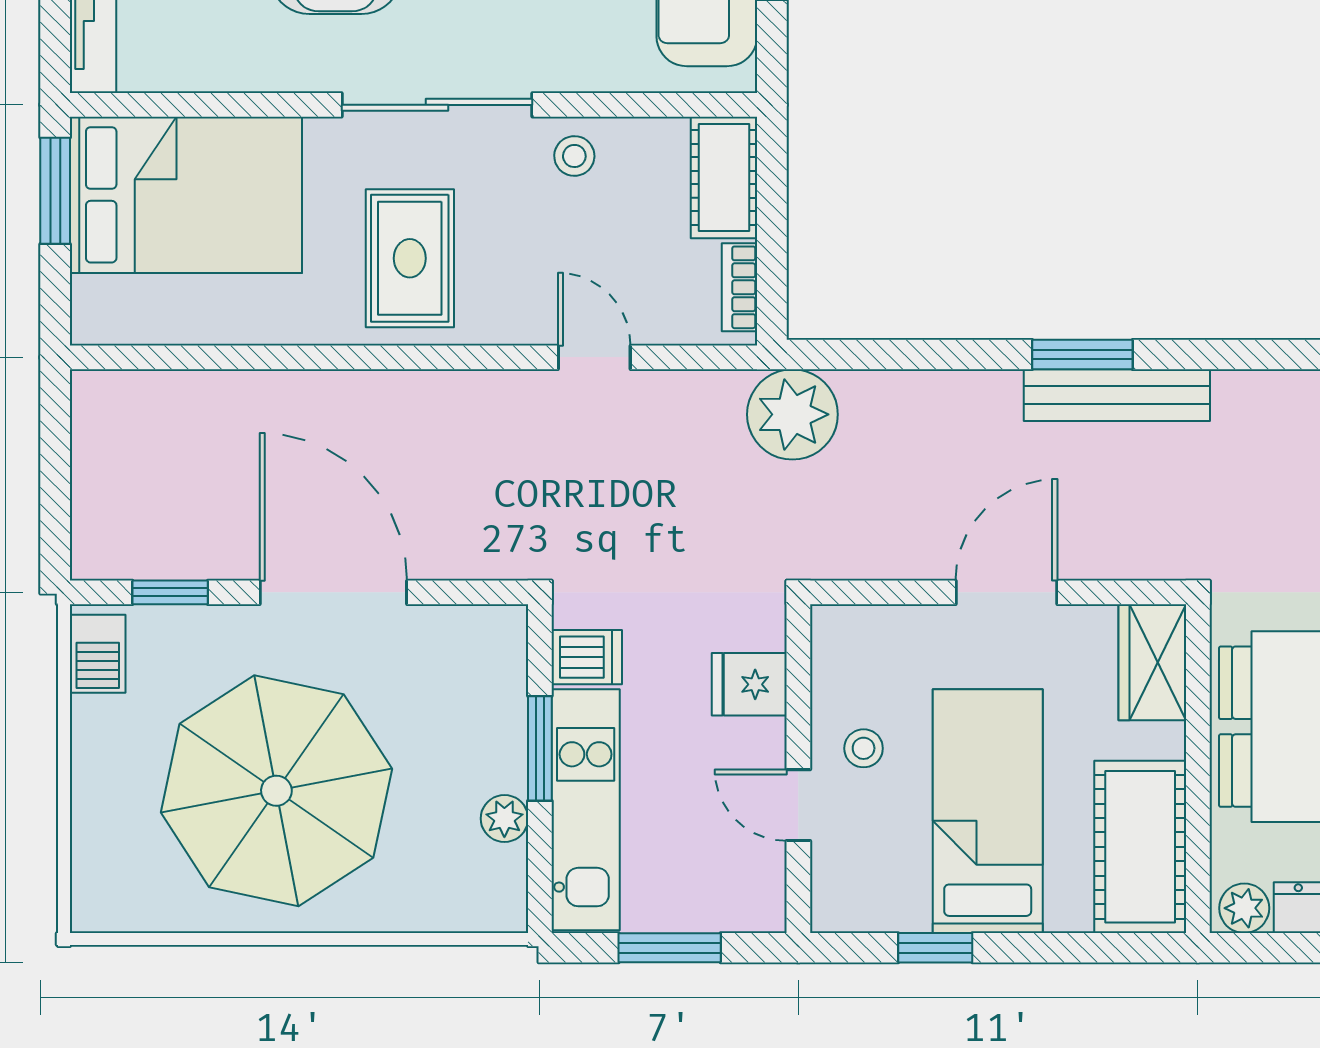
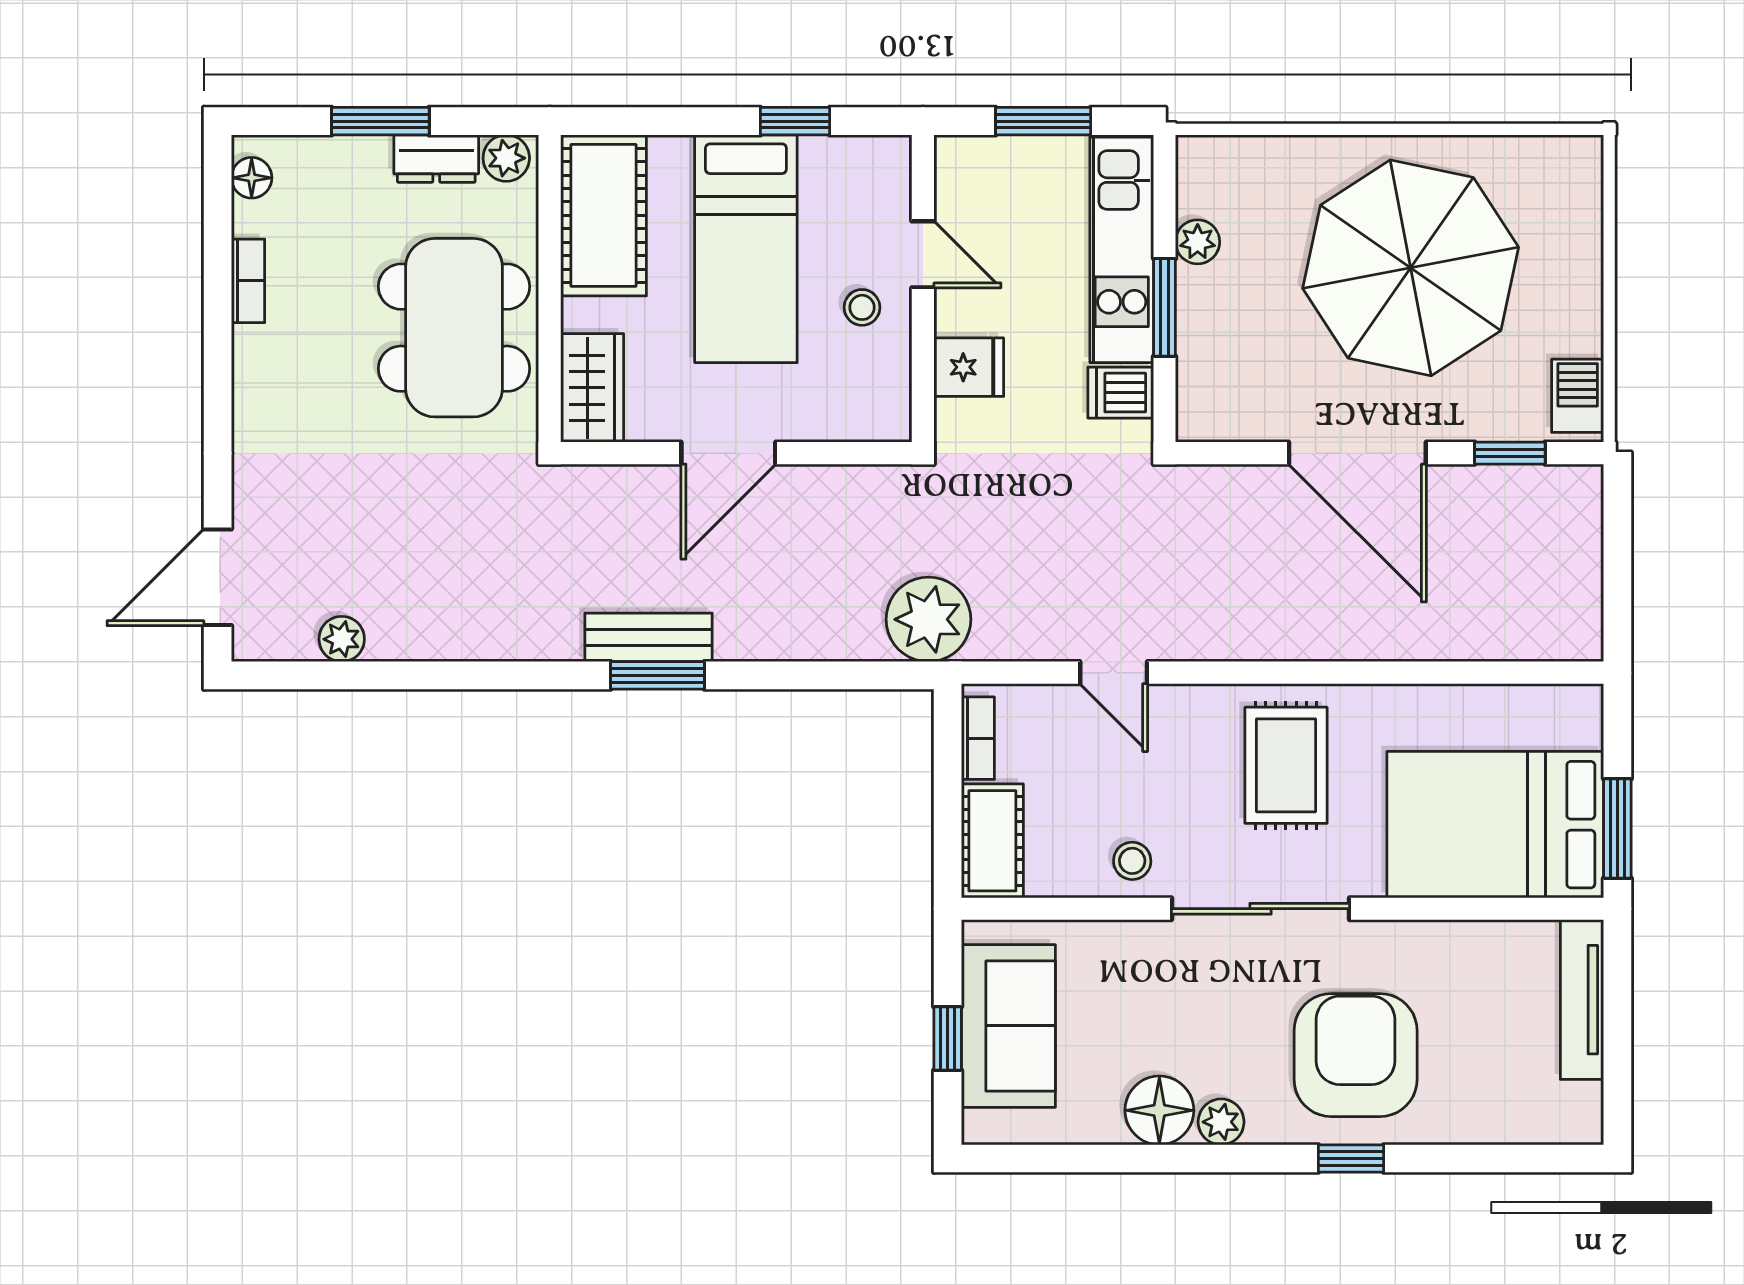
bench: (1117, 395) -> (648, 637), width x0.73

